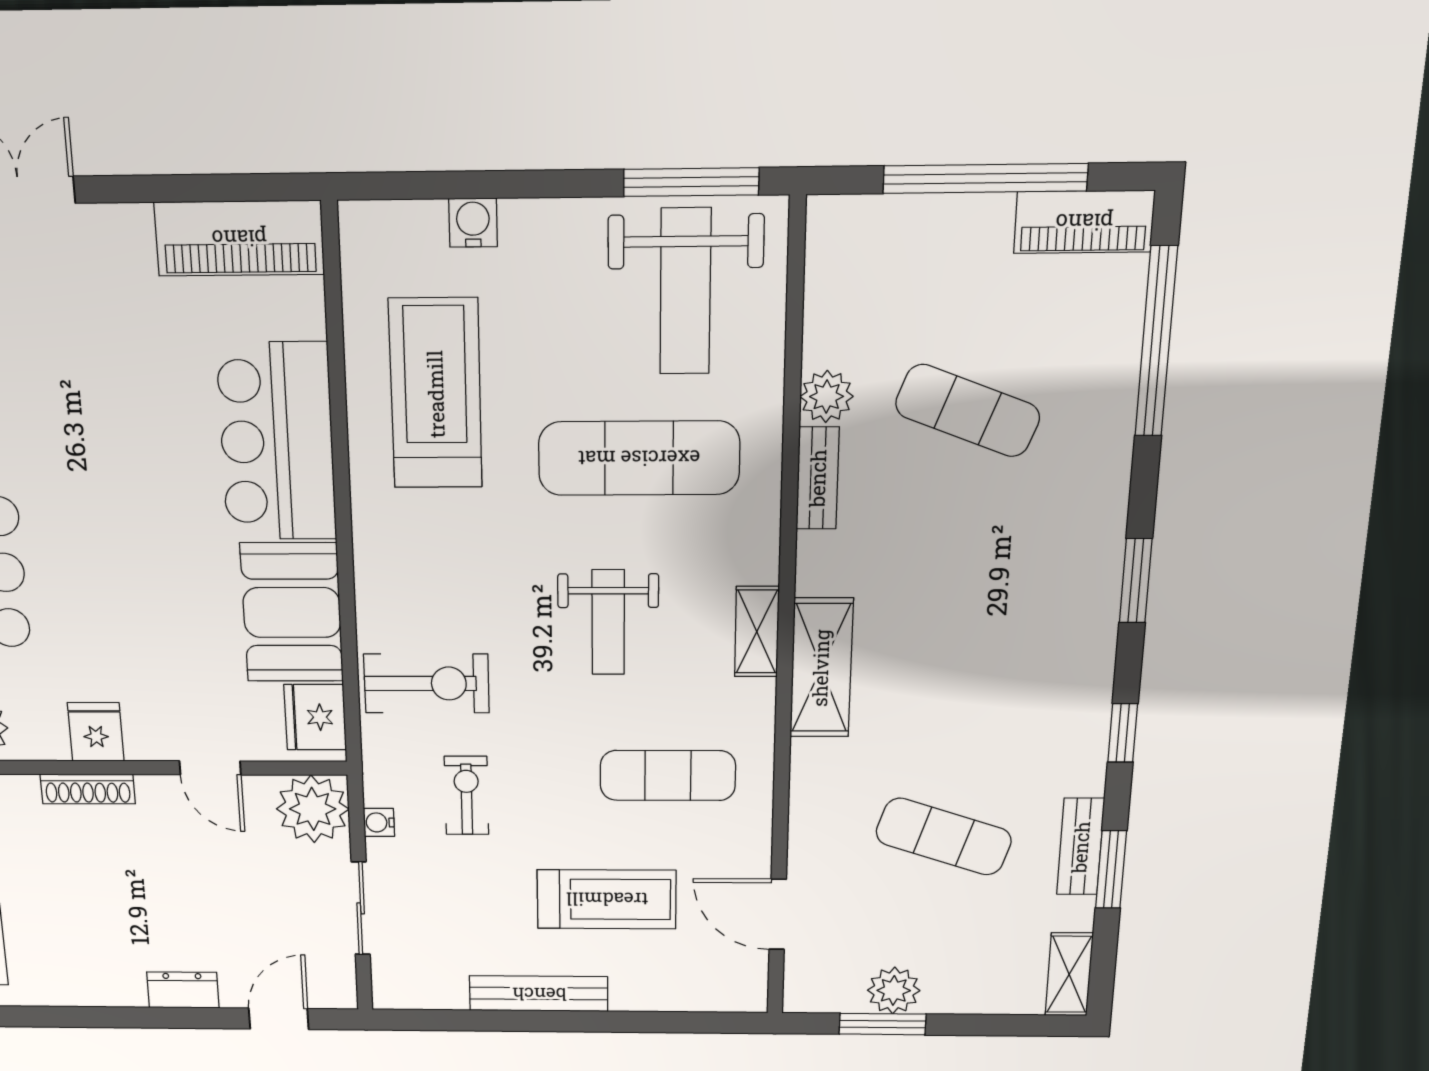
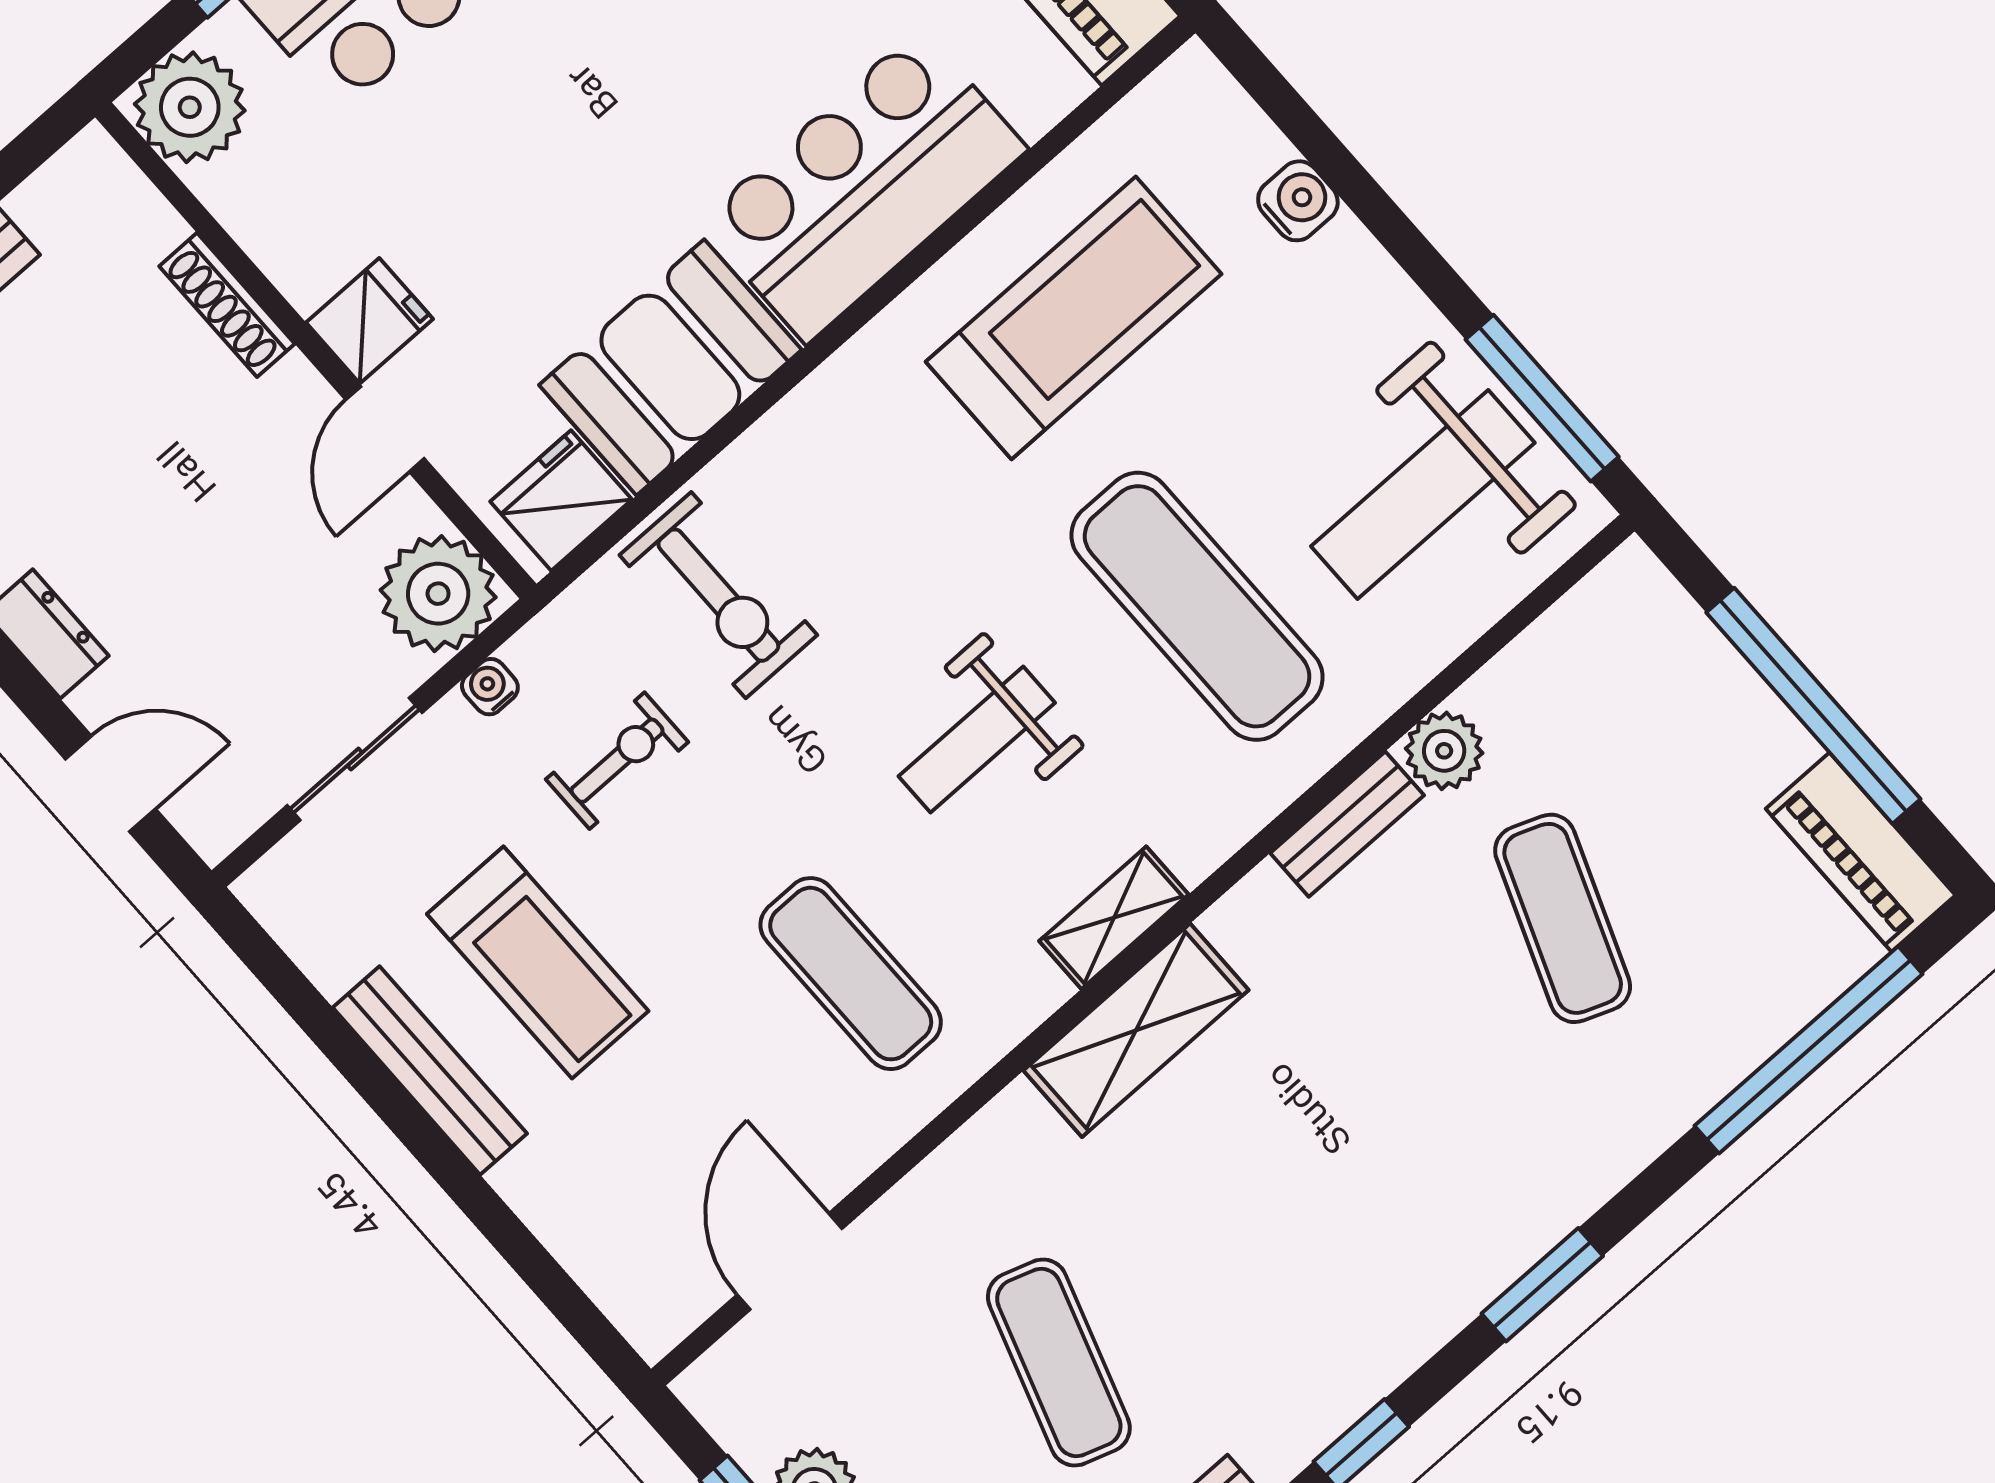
fridge: (96, 732) -> (369, 321), moved
treadmill: (607, 899) -> (538, 963), moved

